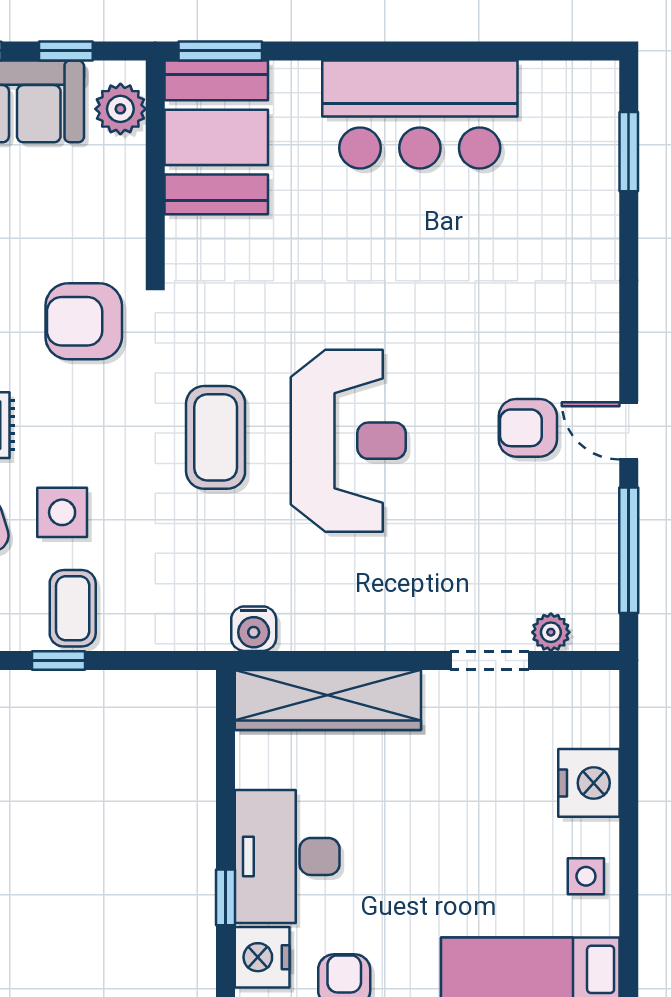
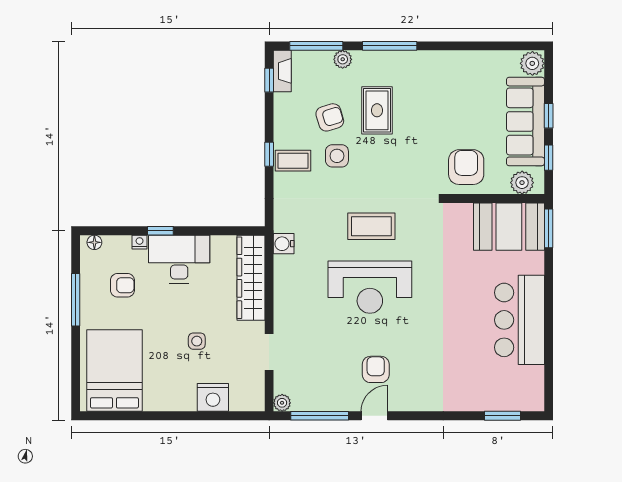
armchair: (84, 321) -> (466, 167), moved
plant: (551, 632) -> (282, 403), moved
side table: (586, 876) -> (197, 341), moved
nightstand: (262, 957) -> (140, 242), width x0.53, depth x0.56

